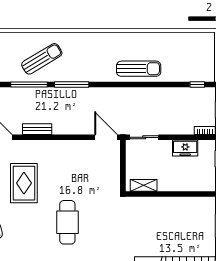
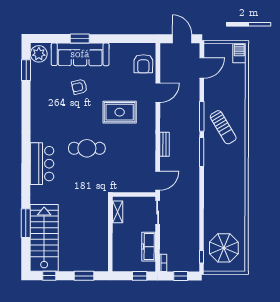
parasol: (187, 58) -> (224, 248), added
sun lounger: (139, 69) -> (215, 208), removed
bench: (37, 129) -> (165, 144), moved
freezer: (185, 148) -> (149, 247), width x1.40

